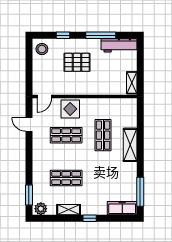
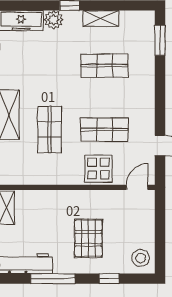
pallet: (77, 62) -> (88, 238), turned 90
plant: (41, 209) -> (54, 20), moved

